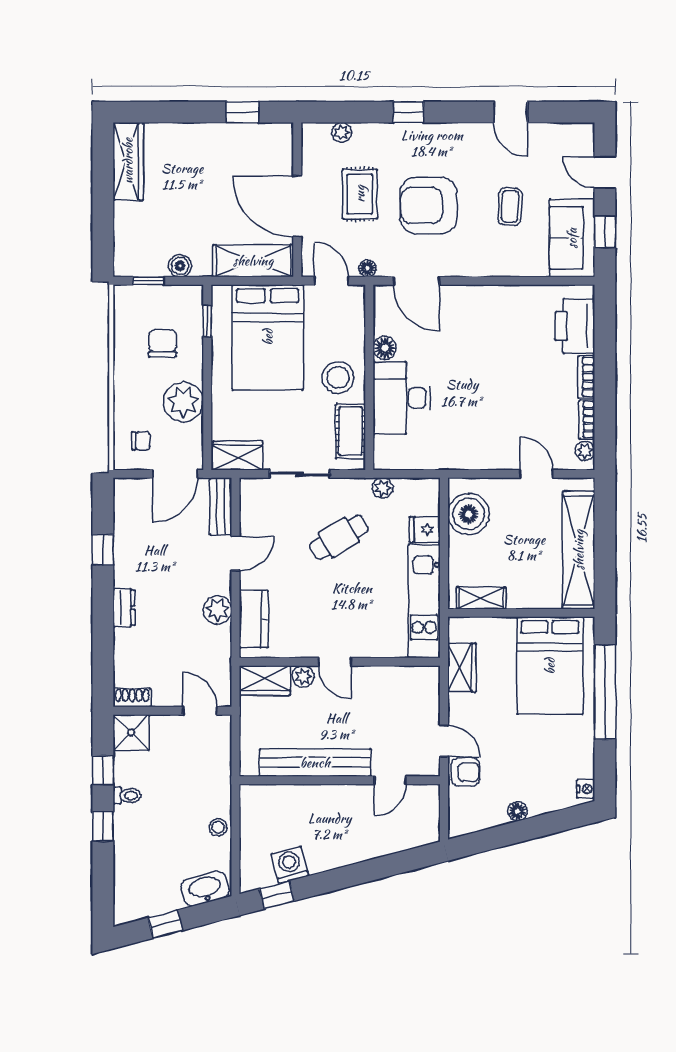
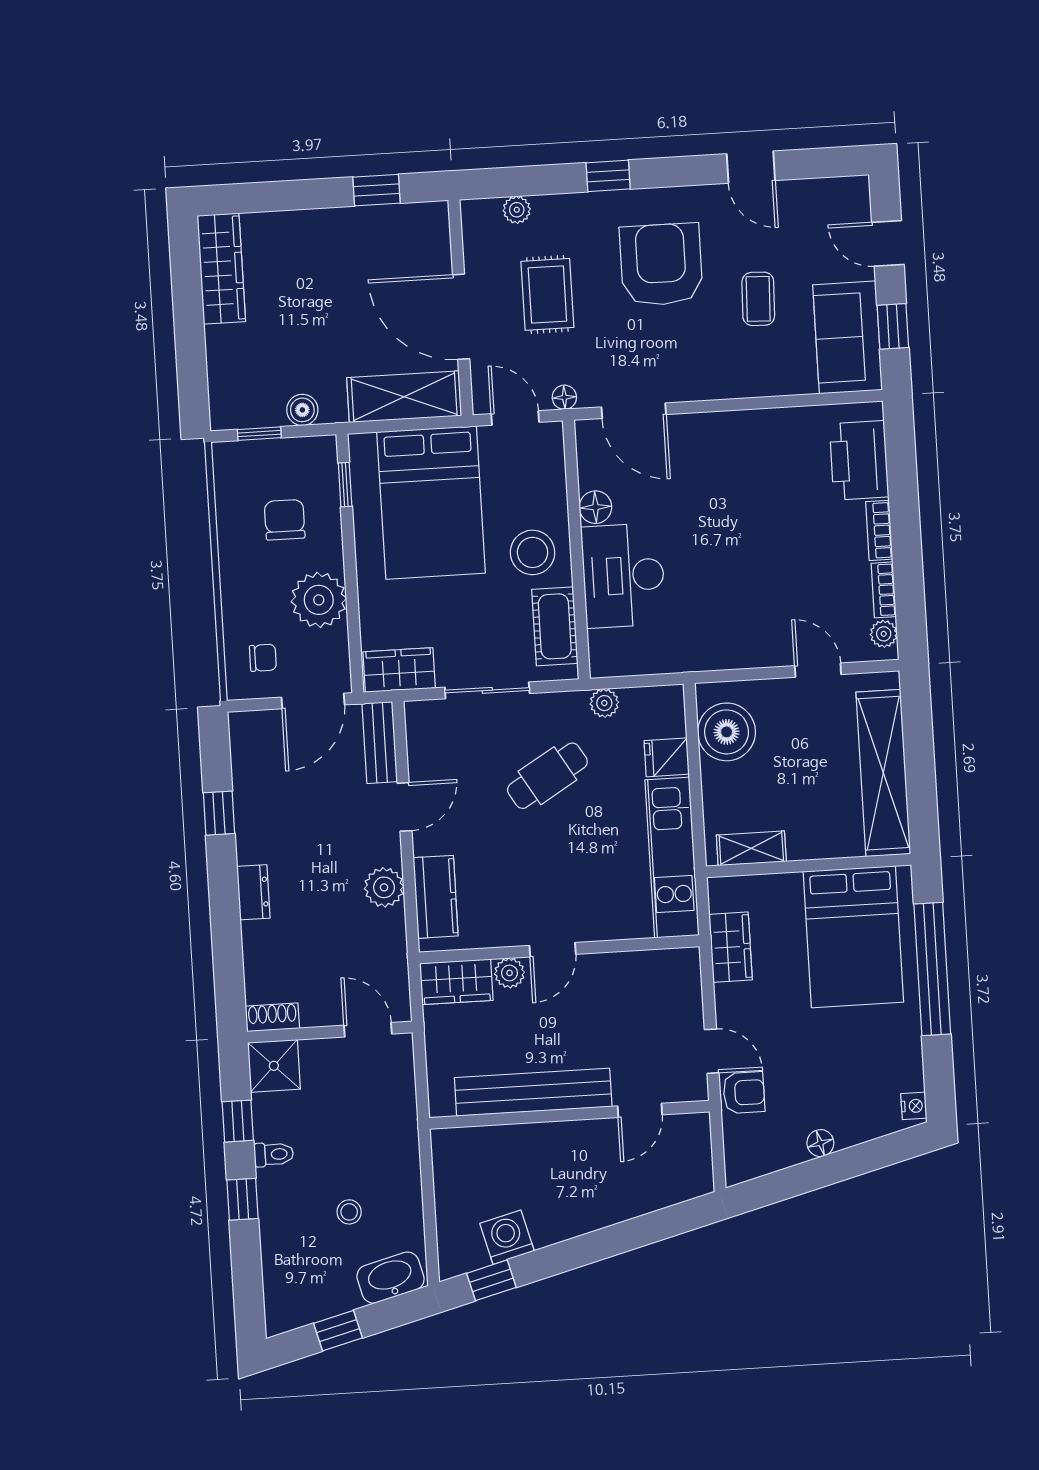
armchair: (429, 205) -> (661, 265), moved, turned 90
door: (335, 662) -> (553, 950), hinge flipped
stool: (218, 827) -> (349, 1212), moved

